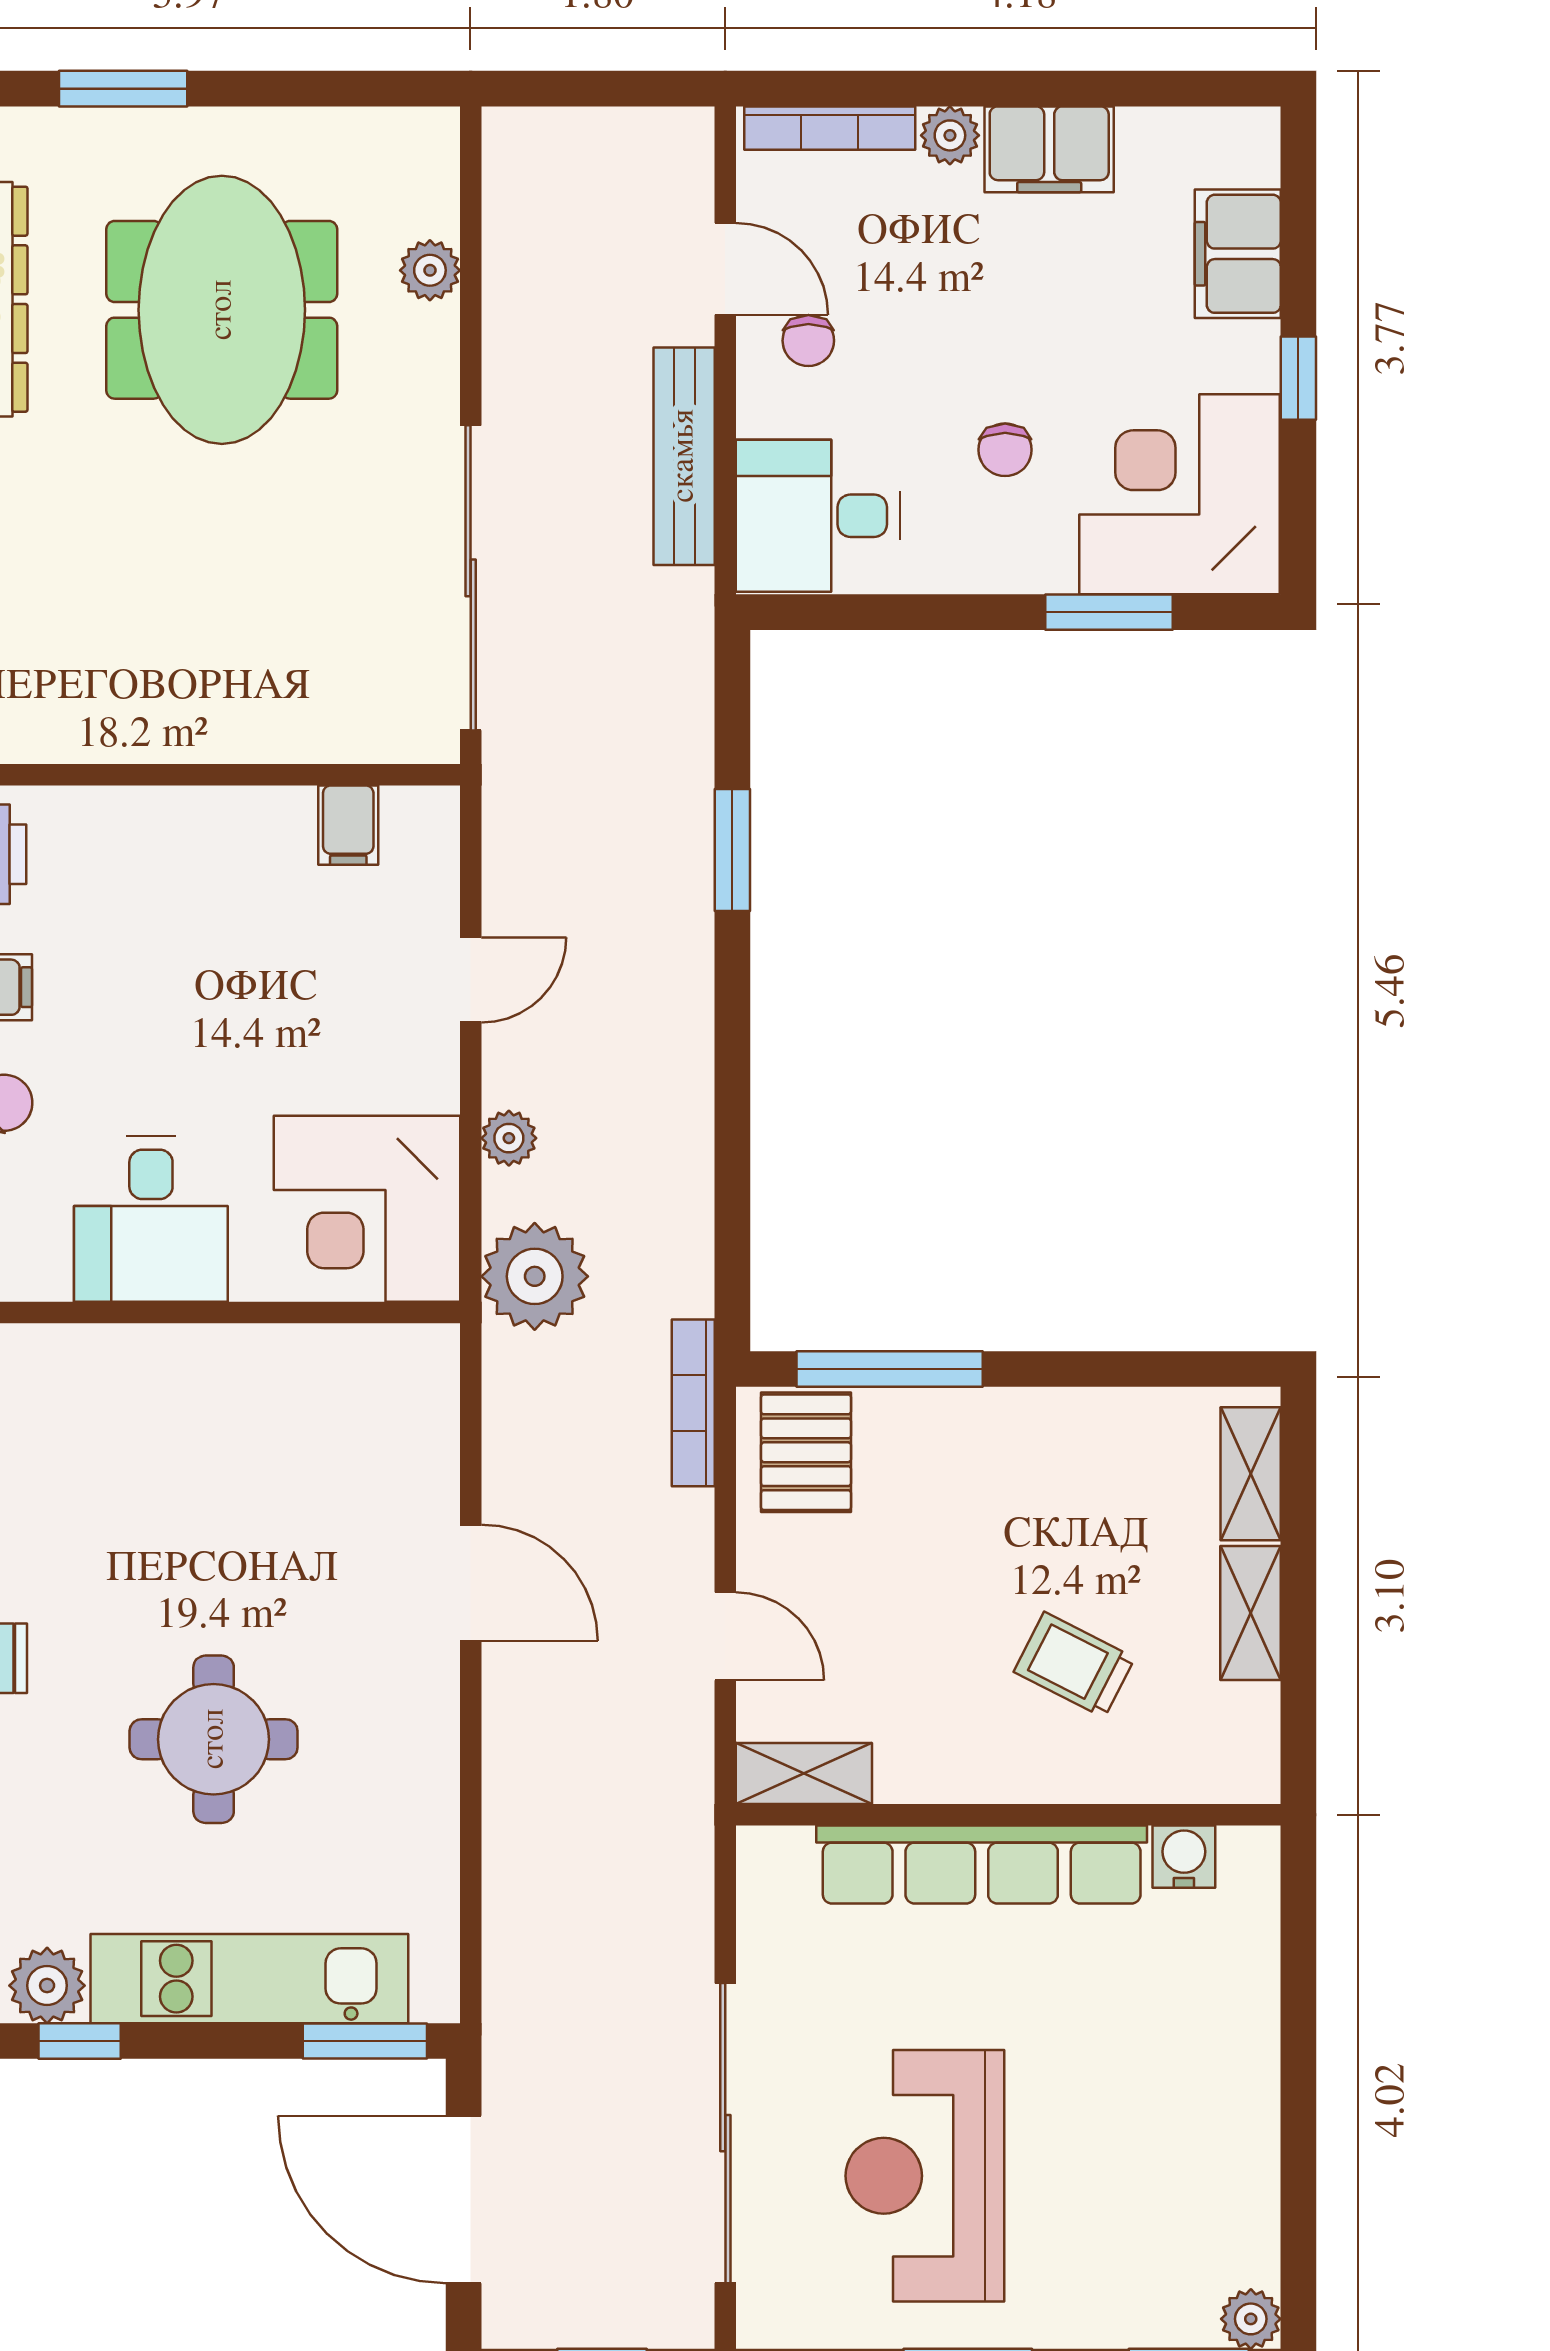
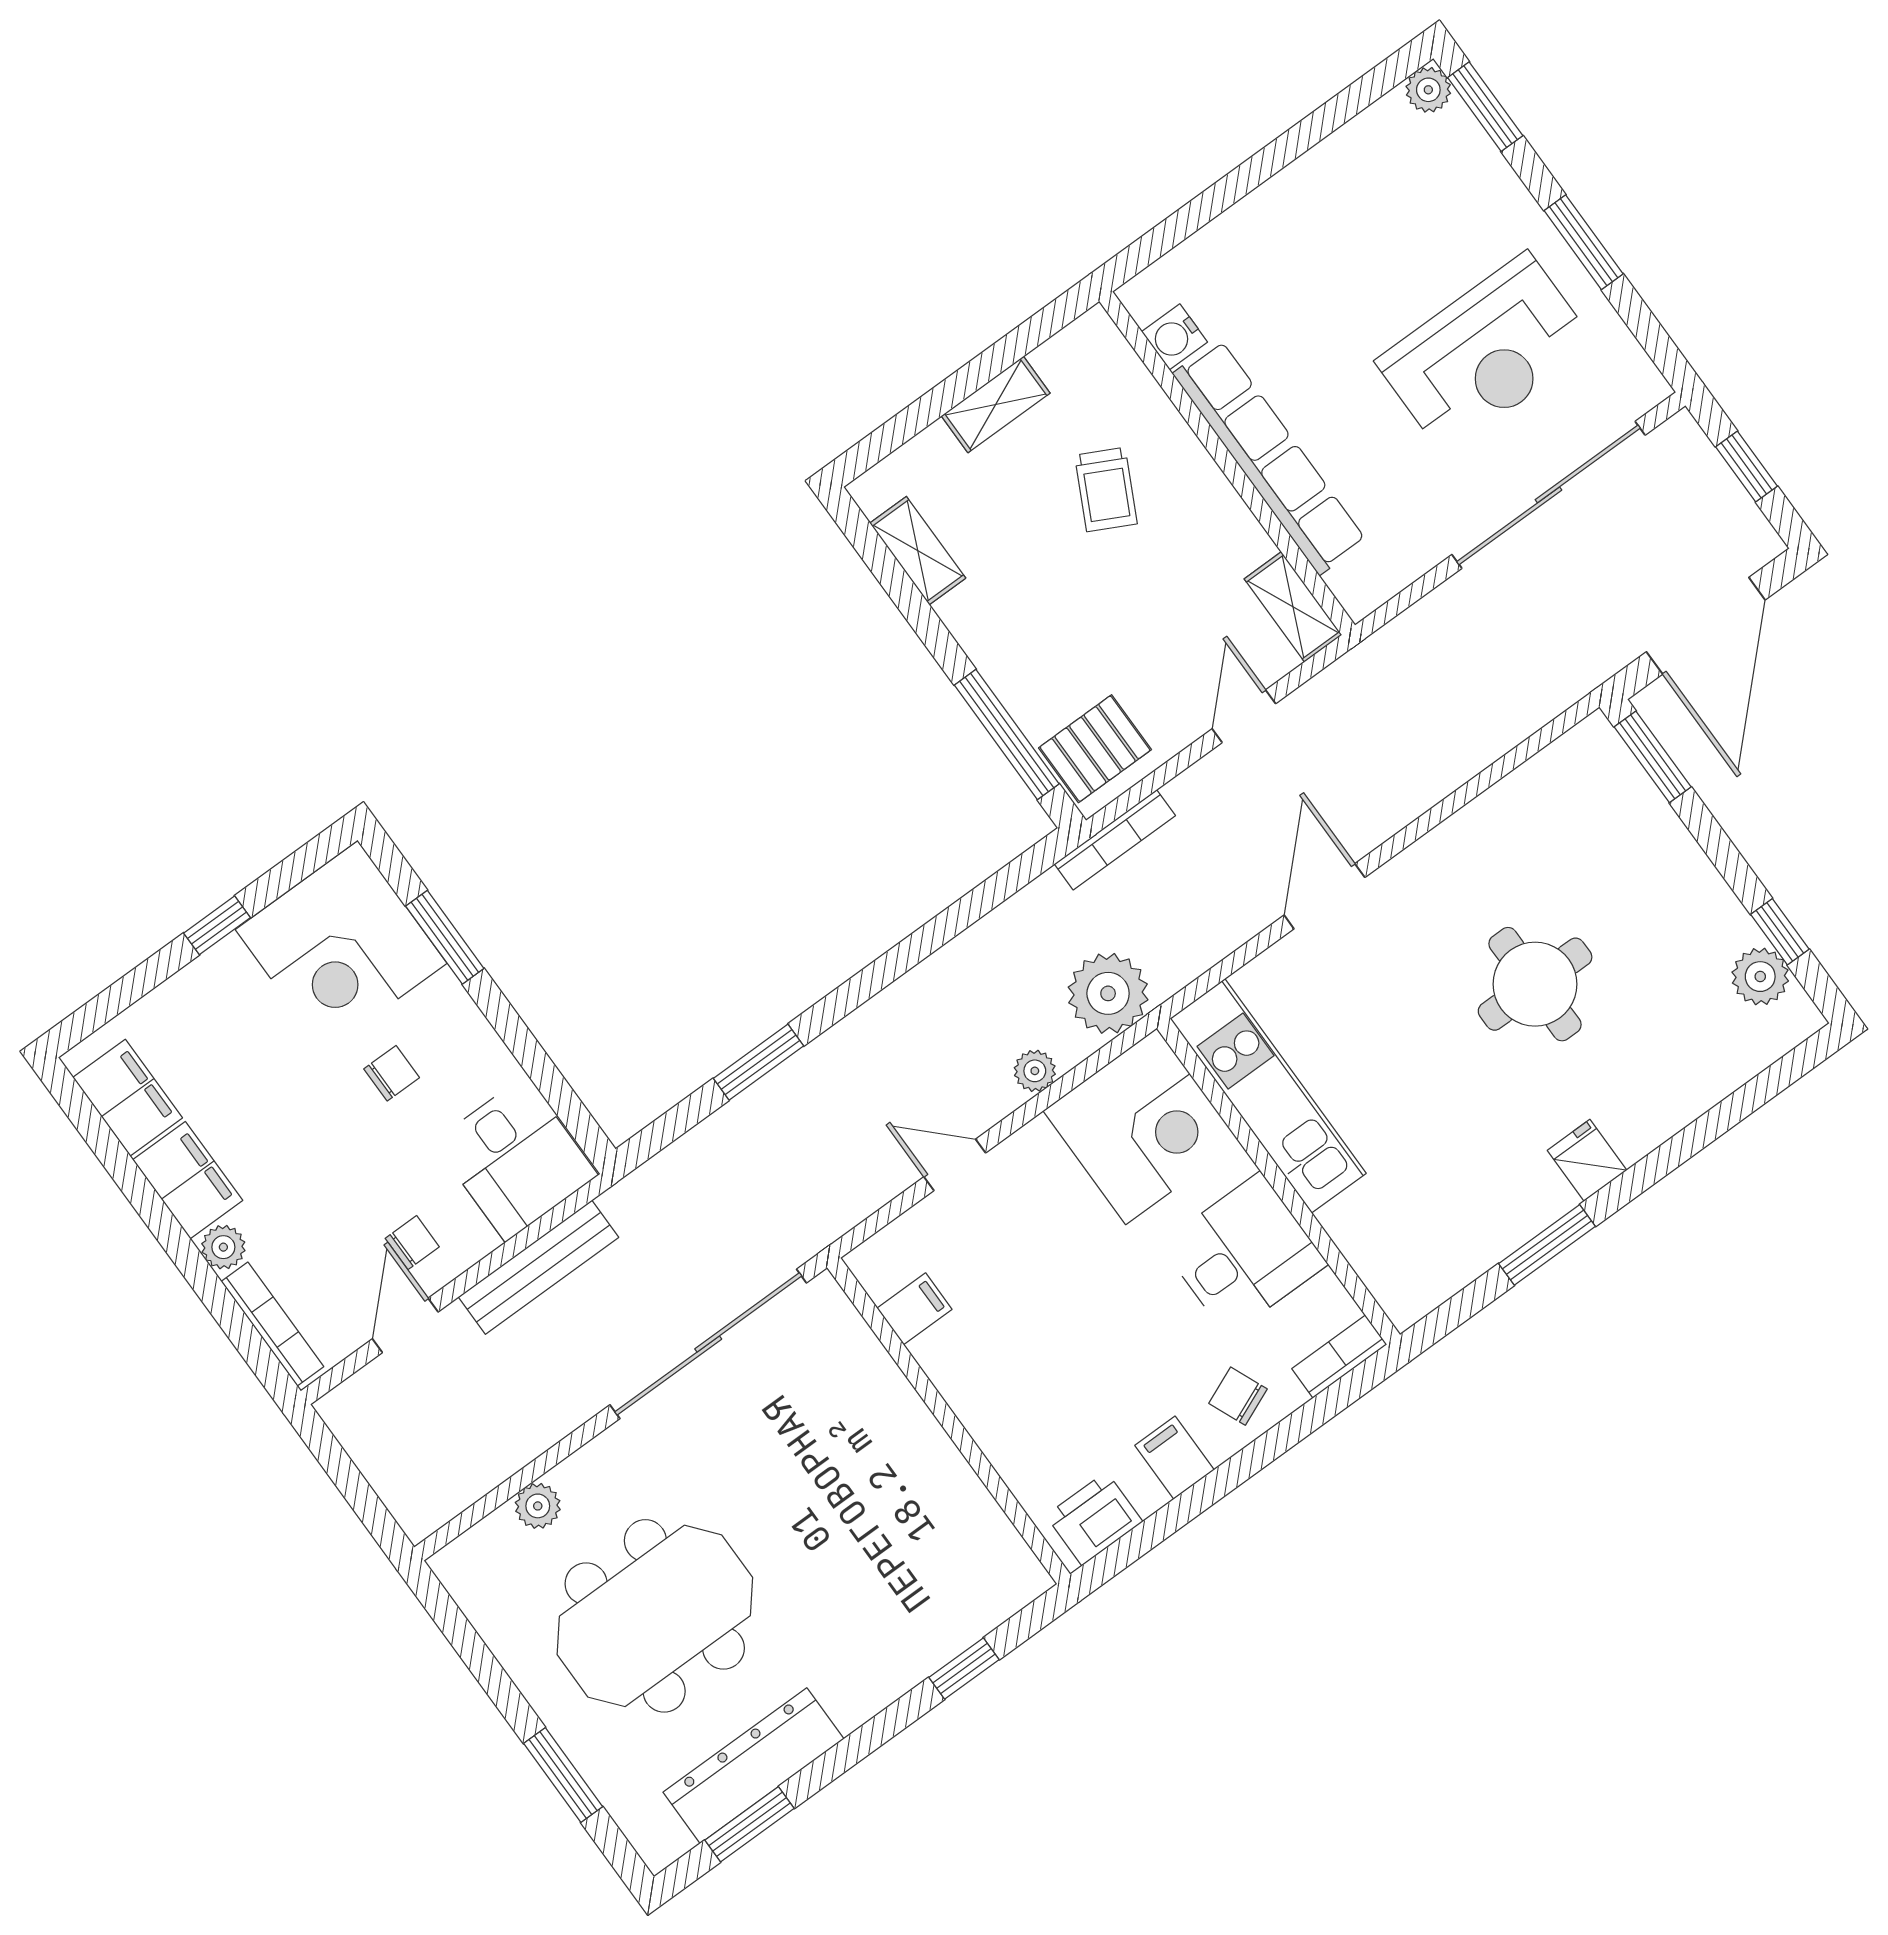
filing cabinet: (1238, 254) -> (128, 1098), moved, turned -90
shelving: (1251, 1474) -> (918, 551), moved, turned 90
kitchen unit: (249, 1979) -> (1268, 1096), moved, turned 180

